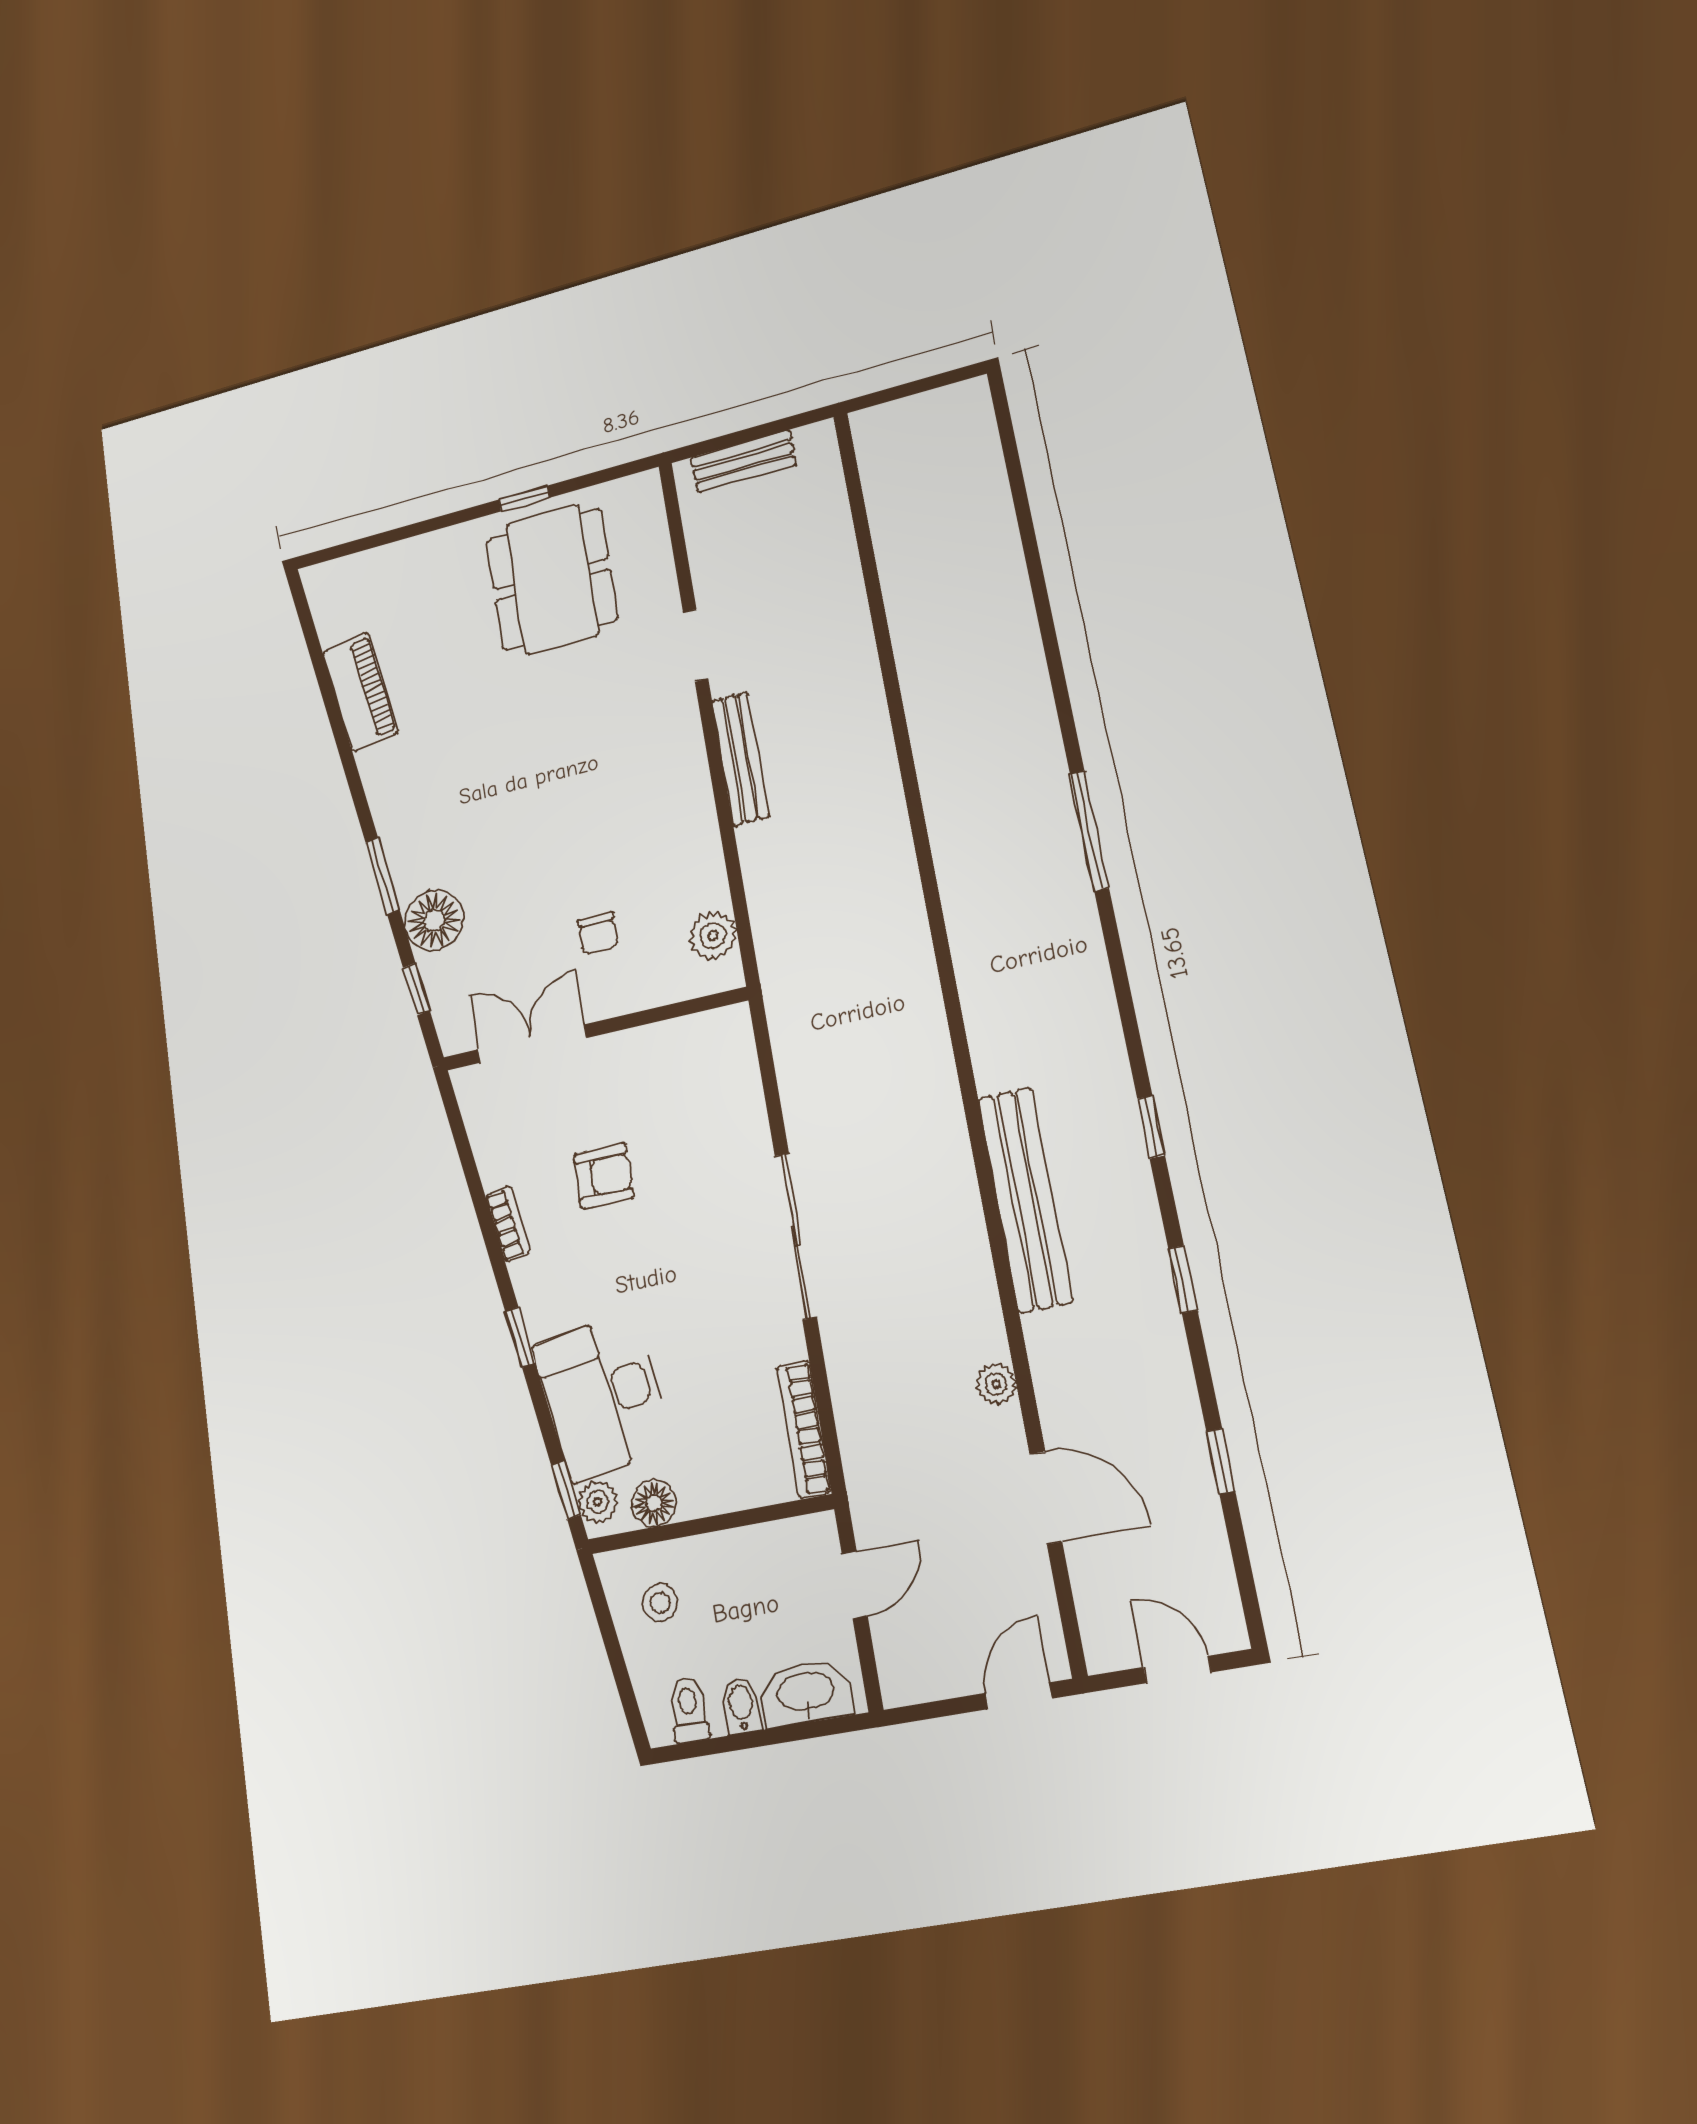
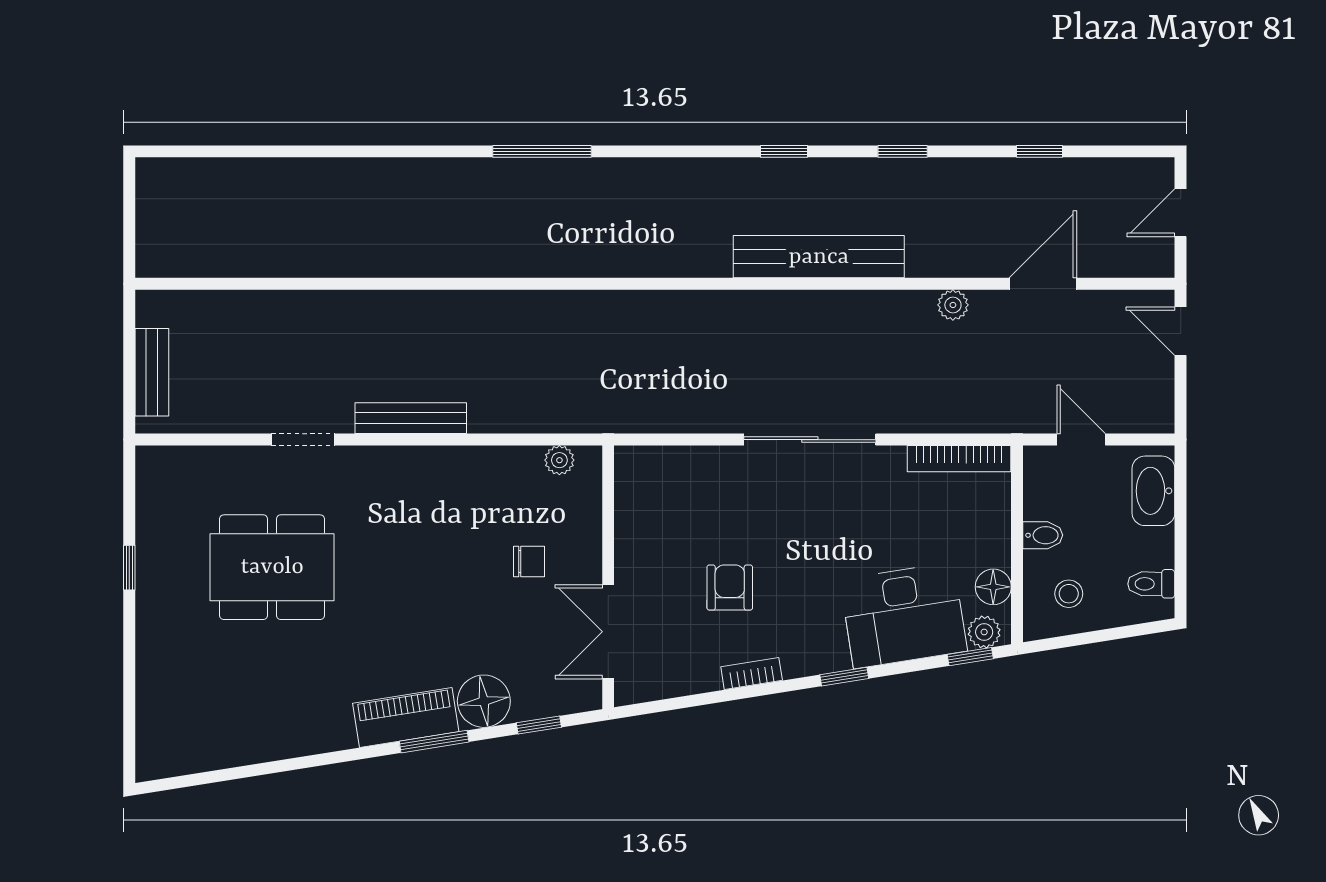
dining table: (552, 579) -> (272, 567), moved
piano: (360, 692) -> (406, 717), moved
plant: (713, 936) -> (559, 460), width x0.73, depth x0.73
bidet: (741, 1706) -> (1043, 535), moved, turned 180

